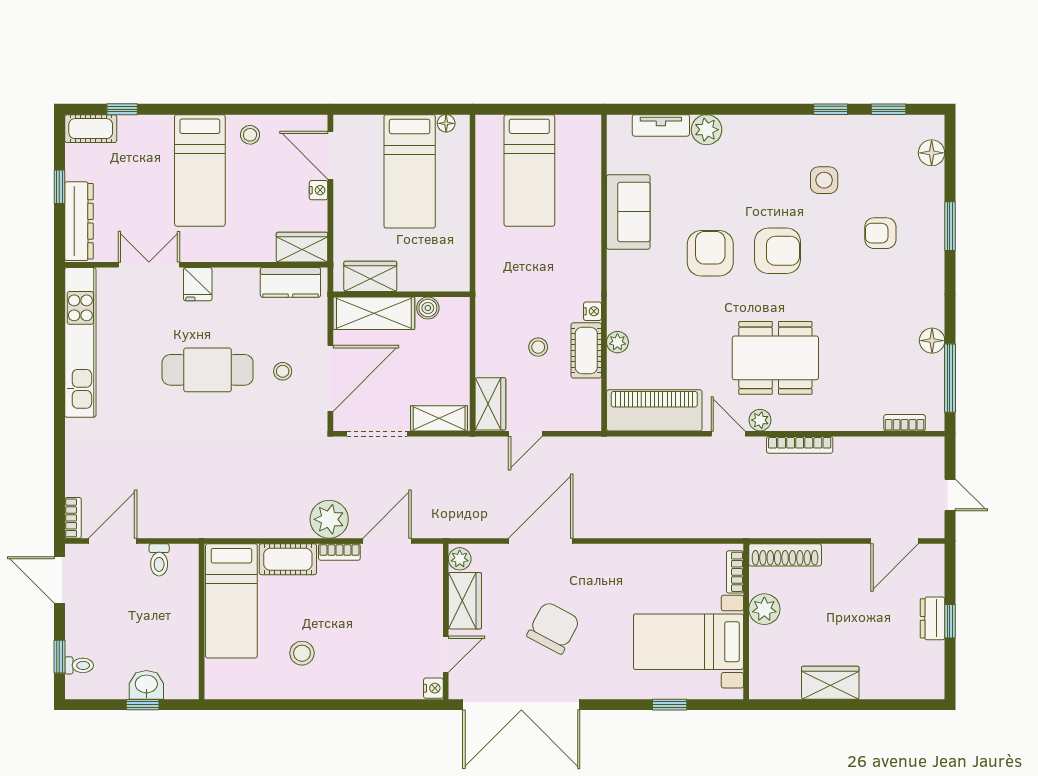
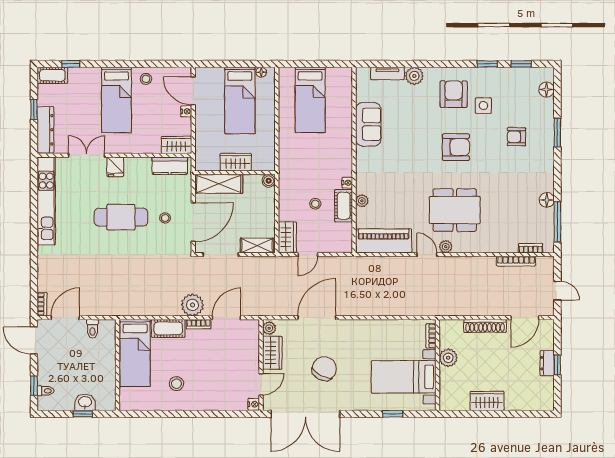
armchair: (710, 253) -> (454, 94), moved
wardrobe: (370, 276) -> (236, 162), moved
boiler: (428, 308) -> (269, 181), moved
bookcase: (800, 445) -> (516, 261), moved
shoe rack: (785, 555) -> (485, 326), moved

